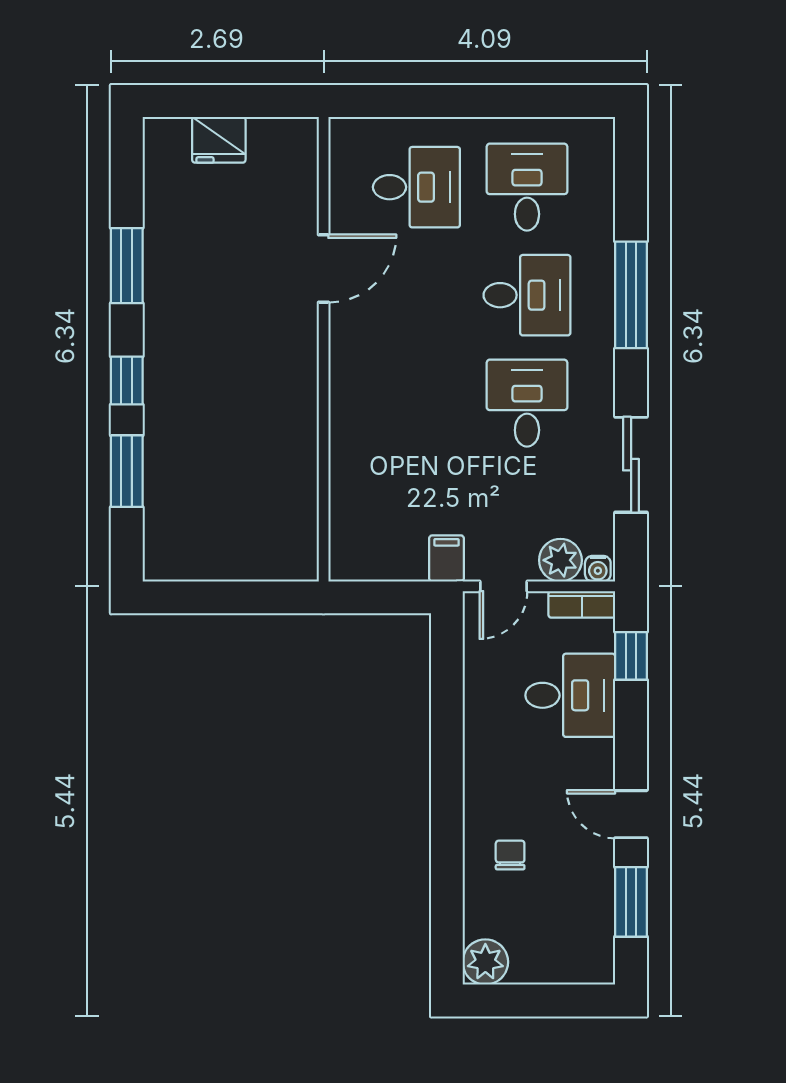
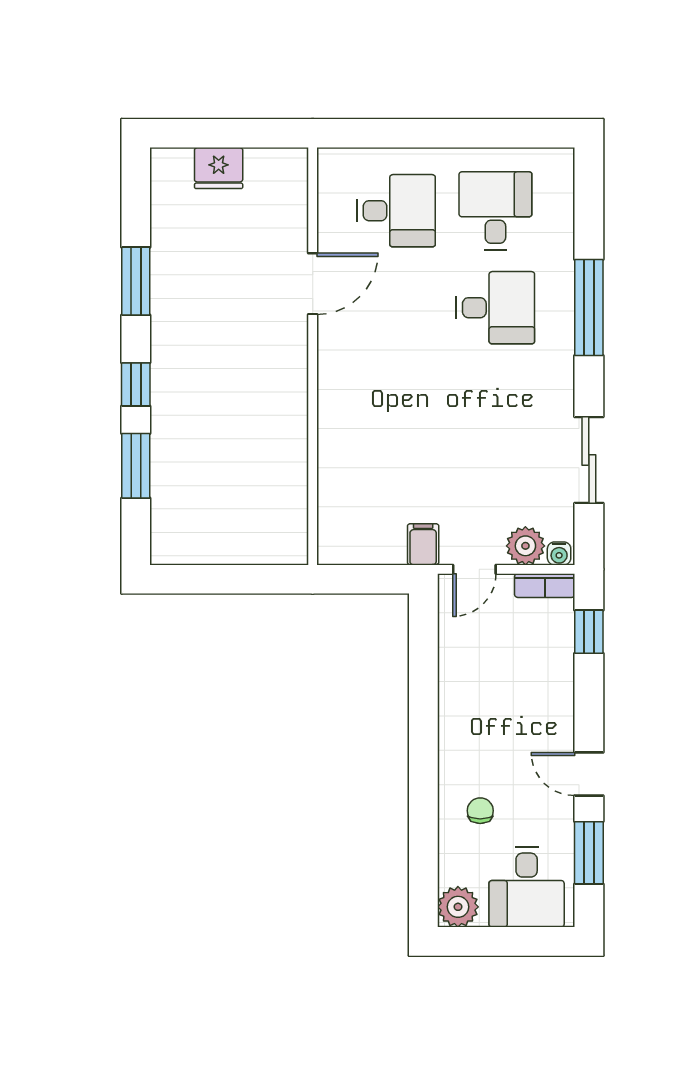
desk: (527, 403) -> (495, 405), removed
desk: (570, 695) -> (527, 887), moved, turned 90

